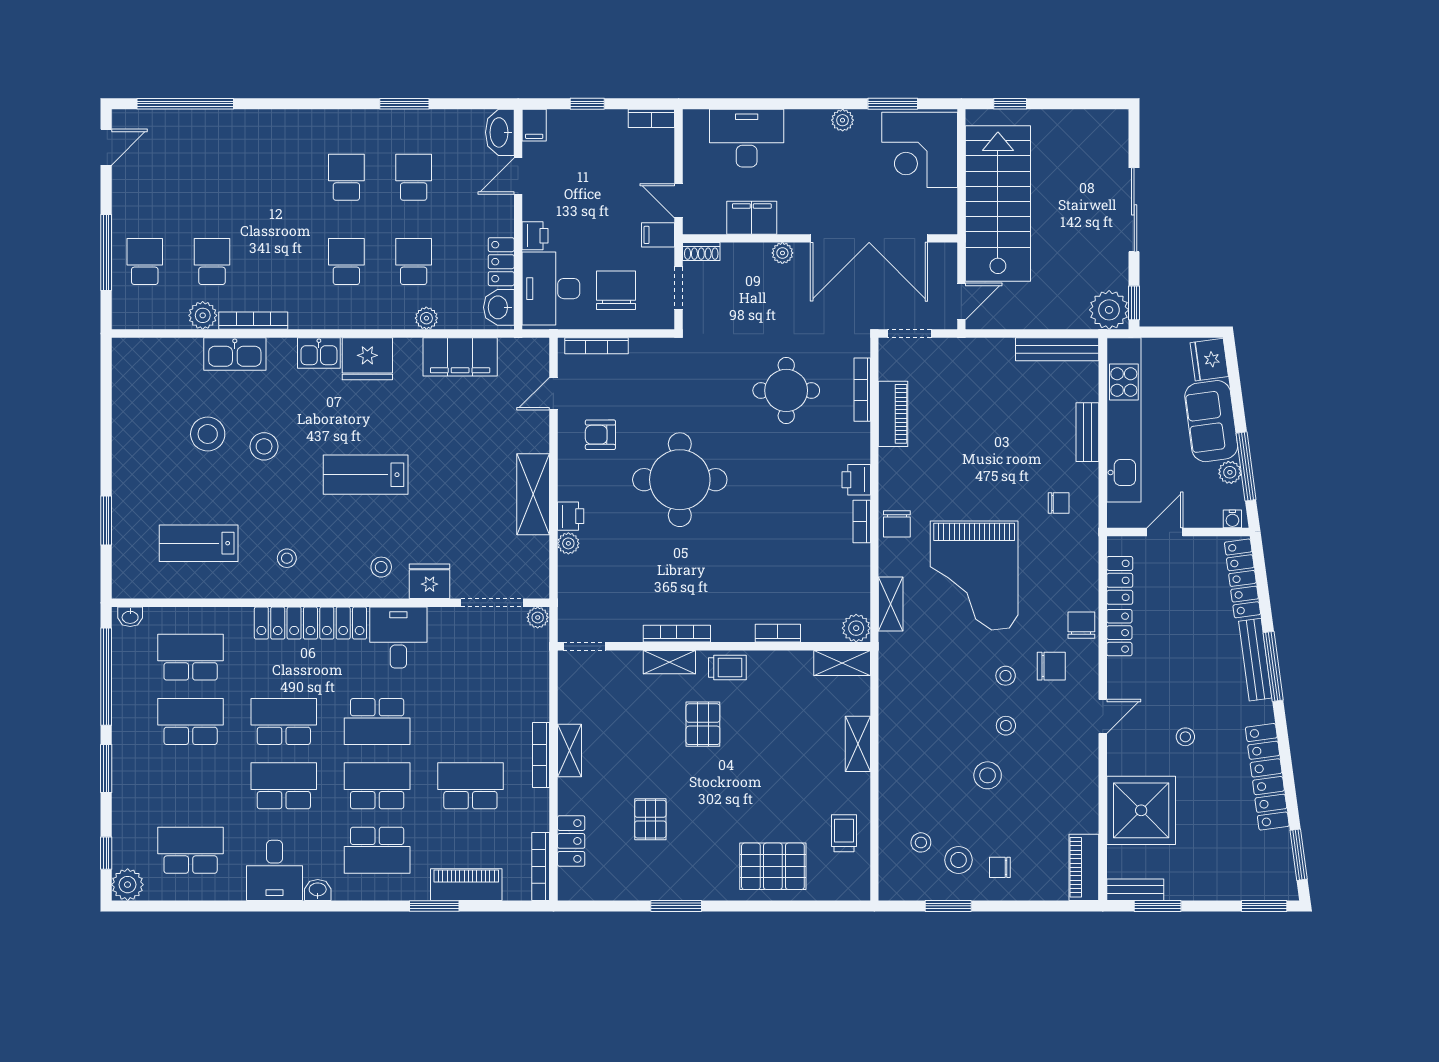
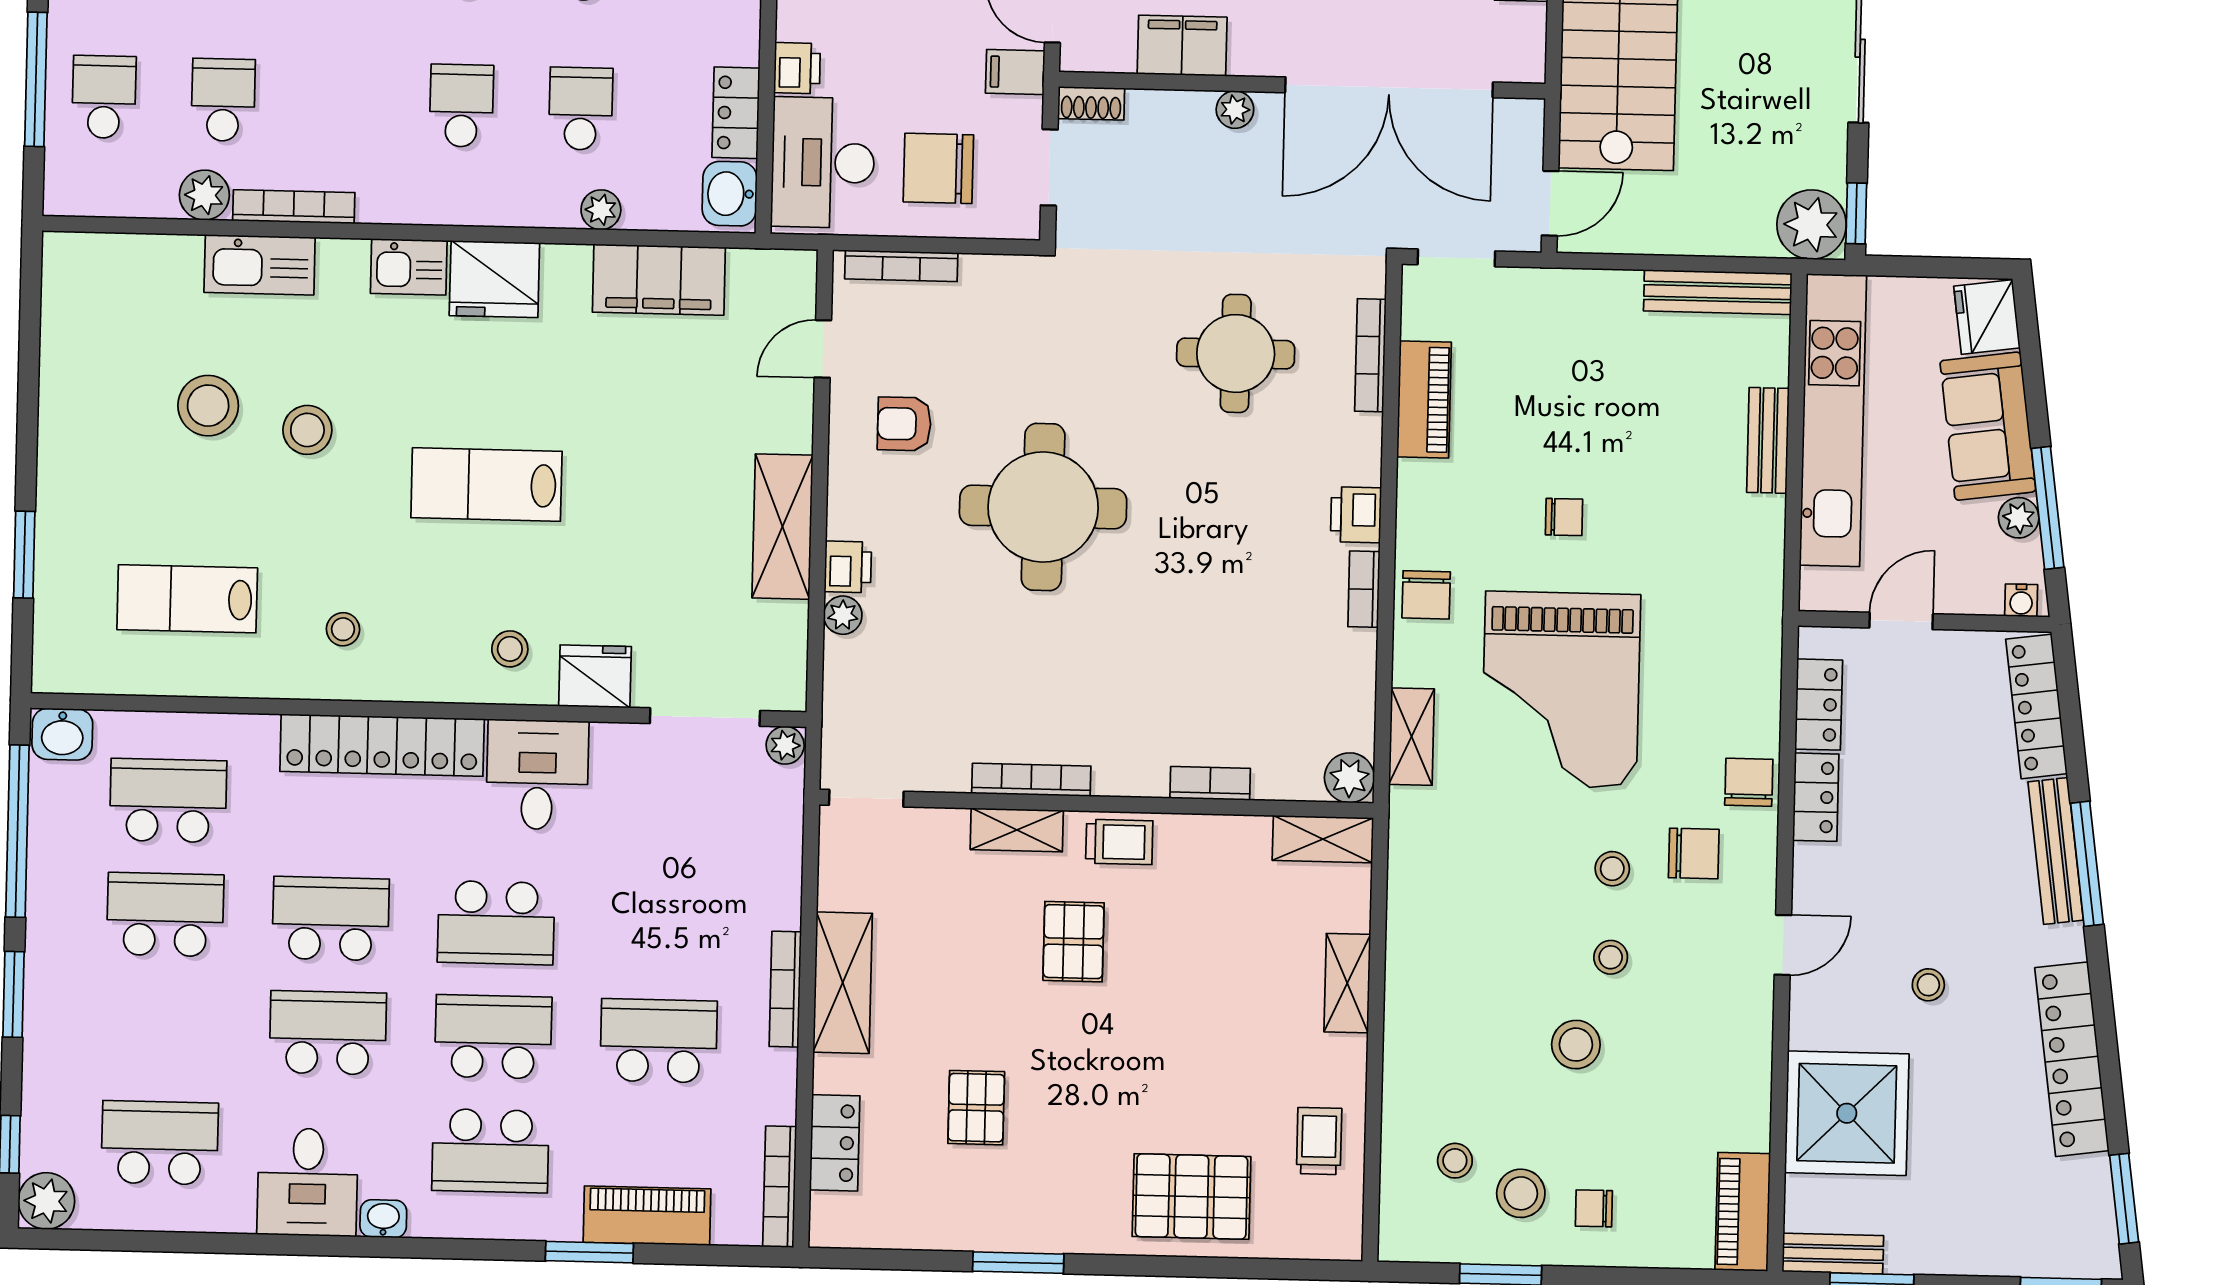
chair: (616, 290) -> (938, 168), turned -90
chair: (1059, 503) -> (1564, 517), moved
washbasin: (130, 617) -> (62, 734), width x1.38, depth x1.45
shelving: (569, 751) -> (843, 983), width x1.50, depth x1.33

